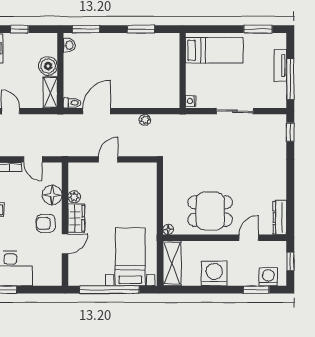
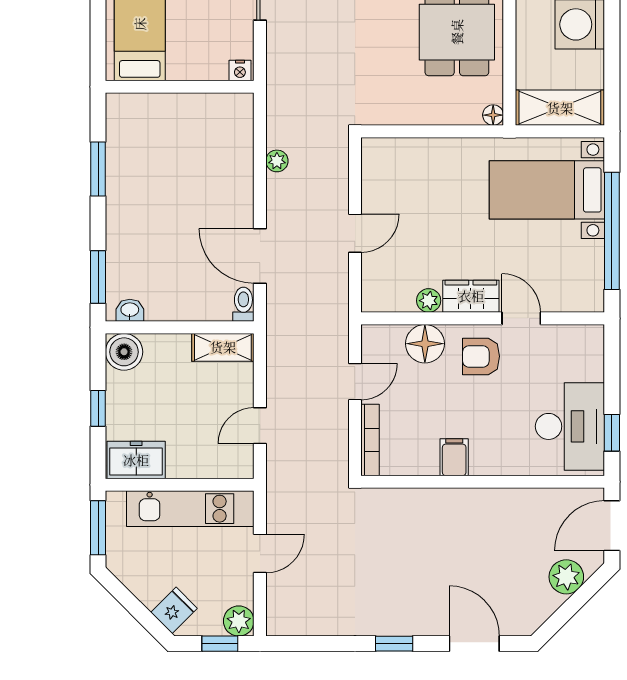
boiler: (48, 66) -> (124, 352), moved
door: (108, 159) -> (355, 233), swing flipped
armchair: (46, 223) -> (481, 356), turned 90

